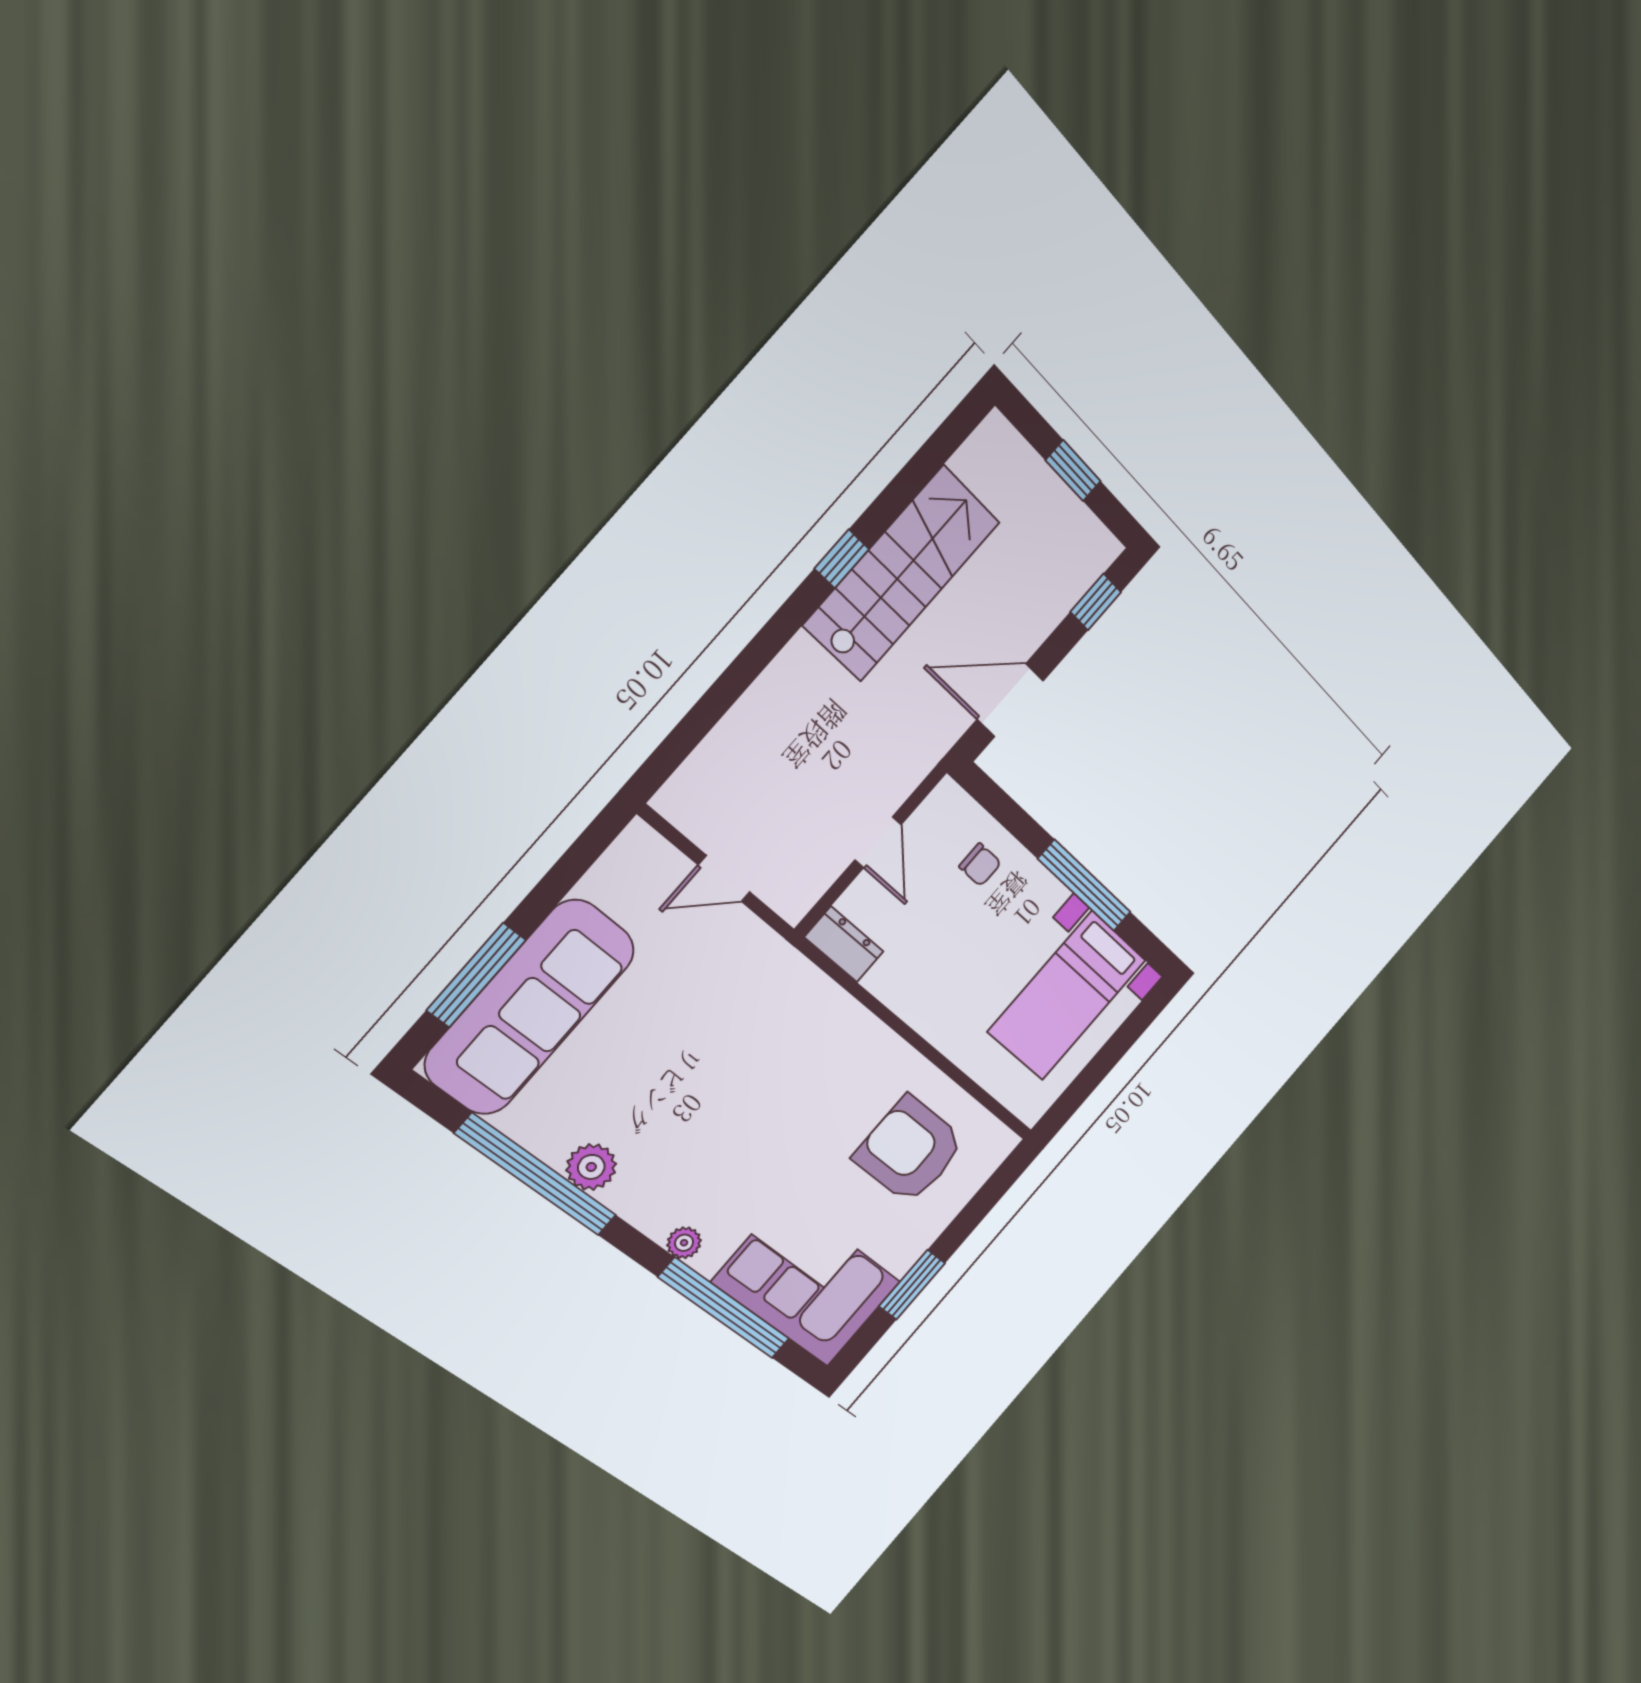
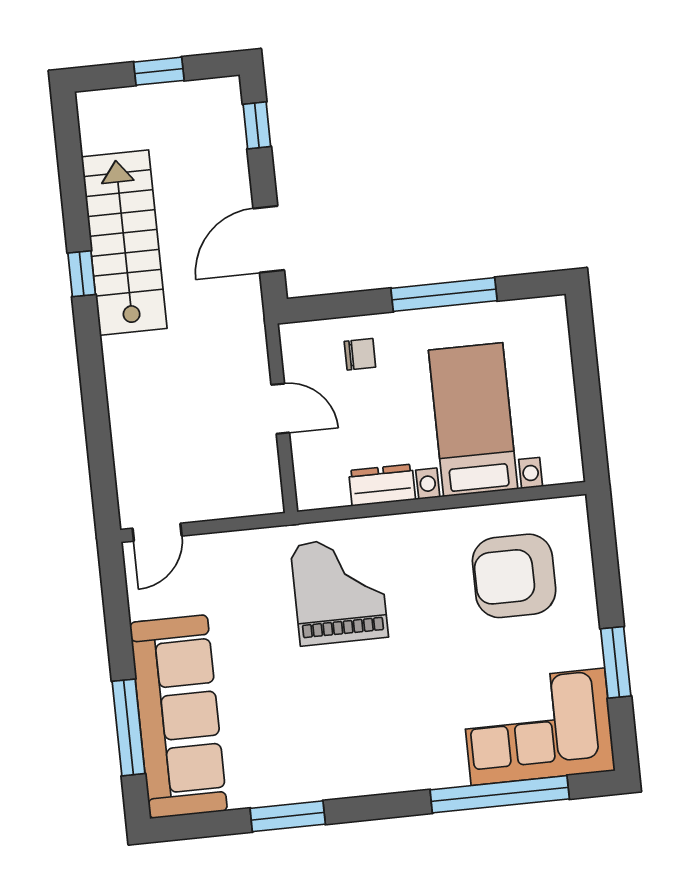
door: (724, 879) -> (157, 532), moved
dresser: (844, 944) -> (382, 485), moved
bed with nightstands: (1067, 996) -> (473, 420), moved, turned 180
grand piano: (770, 1033) -> (339, 591), added
plant: (591, 1167) -> (316, 780), removed
window: (536, 1175) -> (288, 816), width x0.47
plant: (684, 1243) -> (426, 775), removed

